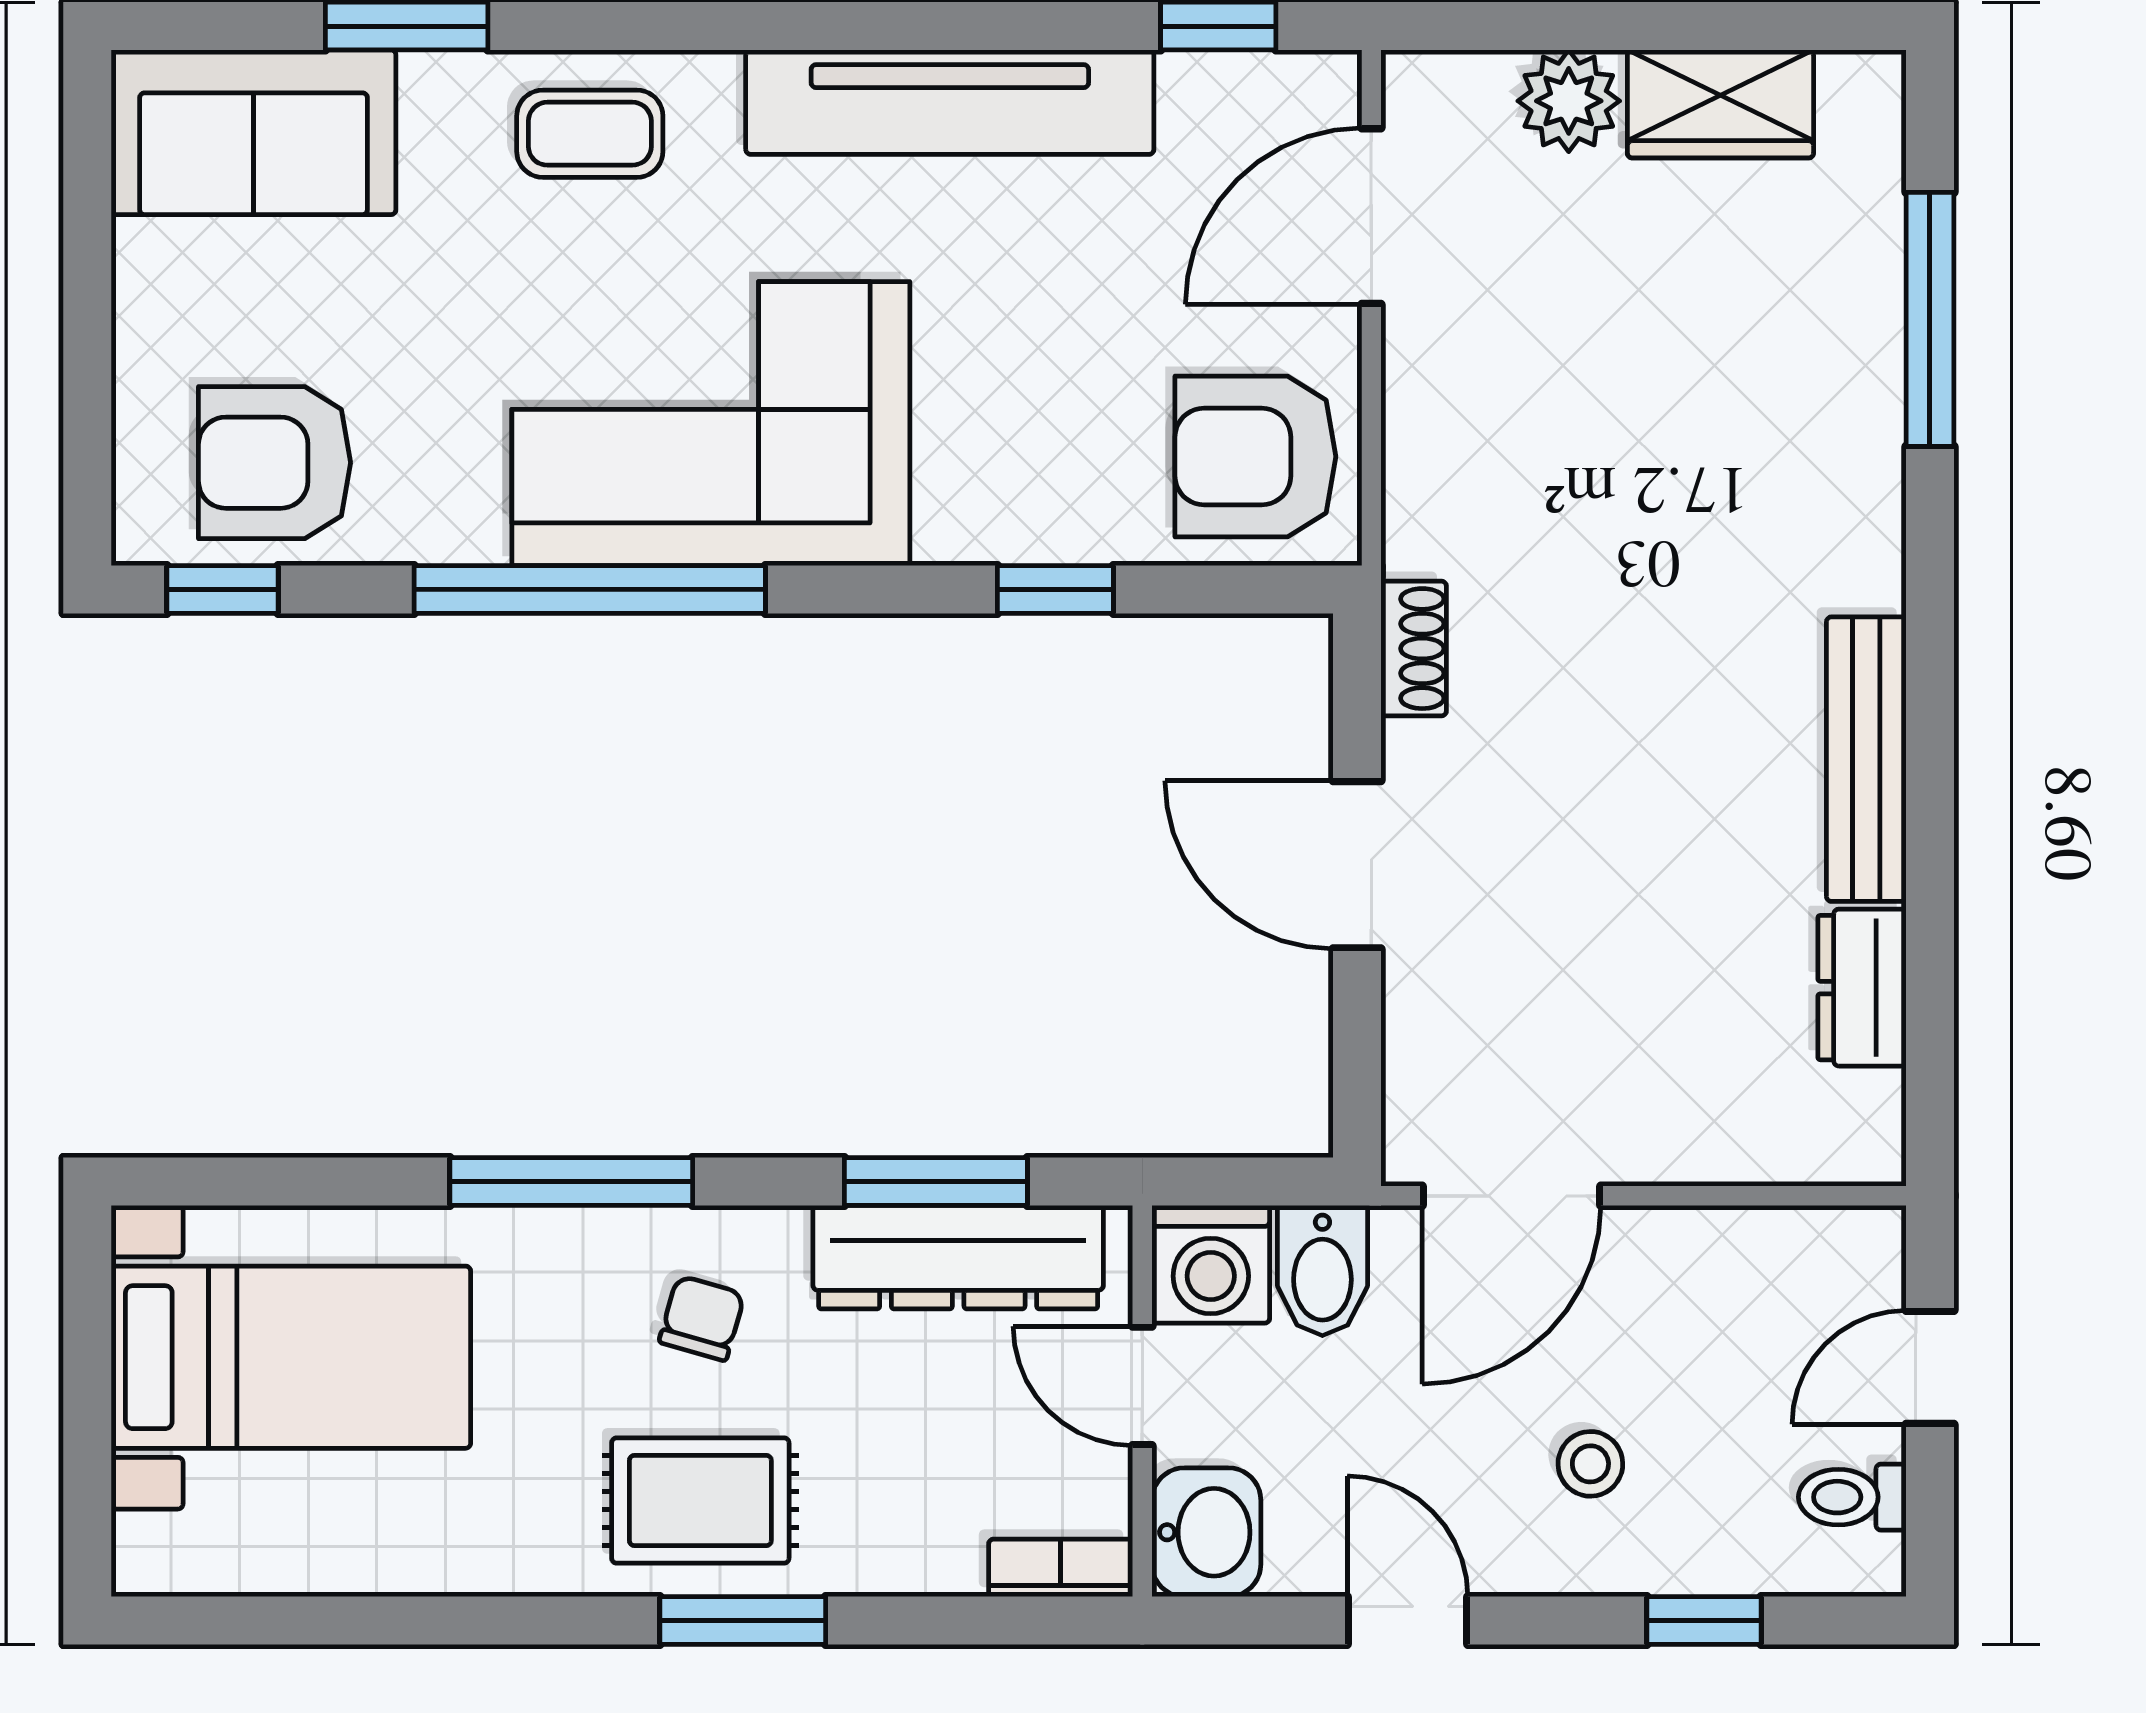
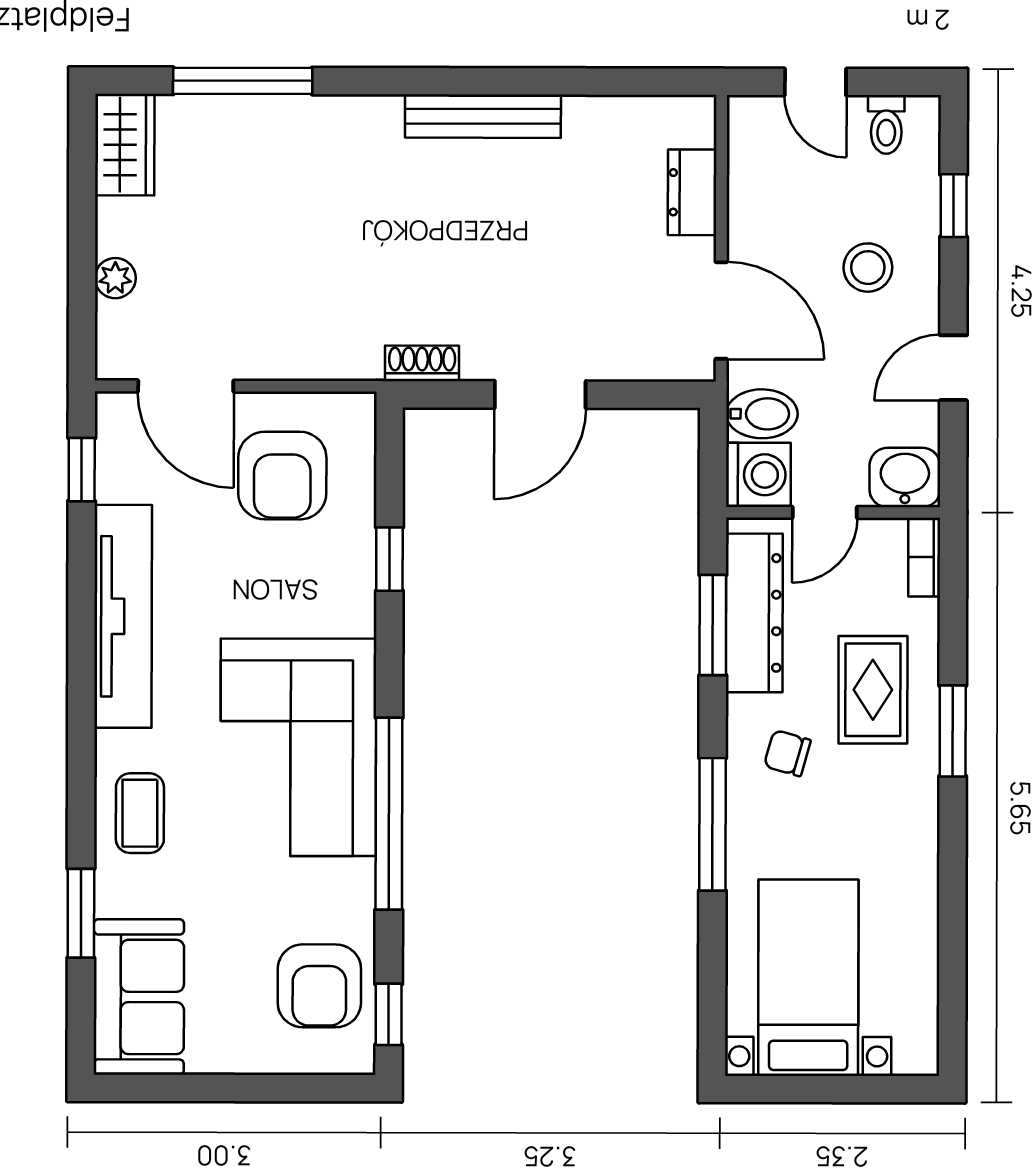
plant: (1569, 101) -> (115, 278), width x0.73, depth x0.73
wardrobe: (1720, 104) -> (125, 145), moved
armchair: (1255, 457) -> (282, 476), moved
dresser: (1862, 988) -> (692, 192), moved, turned 90
stool: (1590, 1464) -> (868, 268), width x1.37, depth x1.37
rug: (700, 1501) -> (873, 690), moved

